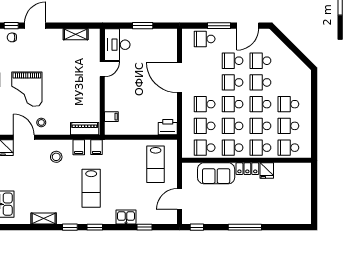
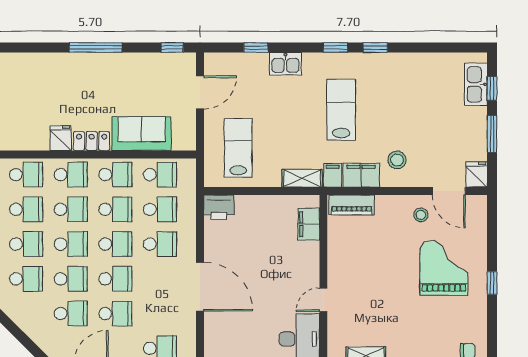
school desk: (288, 82) -> (26, 279), added
filing cabinet: (111, 117) -> (309, 224), width x2.00
filing cabinet: (79, 147) -> (361, 175), width x2.00
shelving: (44, 219) -> (302, 178), moved

